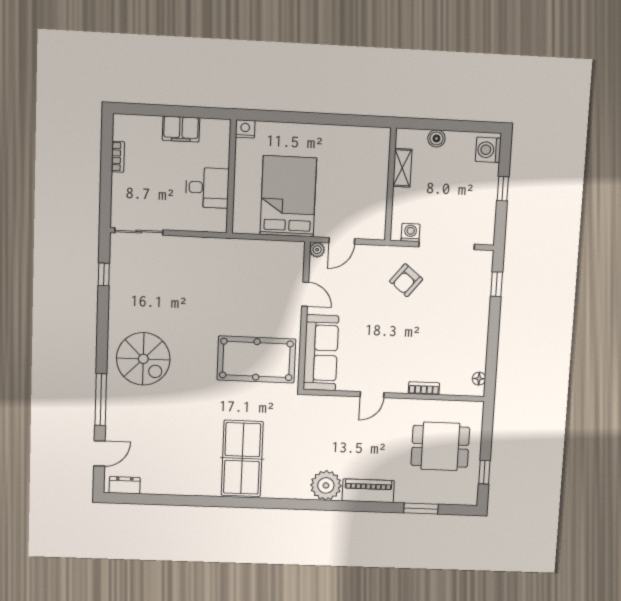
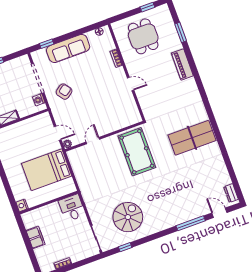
desk: (207, 188) -> (72, 208), moved
armchair: (406, 280) -> (64, 92), turned -75
sofa: (321, 353) -> (68, 48), moved, turned 180
spiral stairs: (143, 359) -> (128, 217), moved
plant: (326, 485) -> (189, 88), removed

